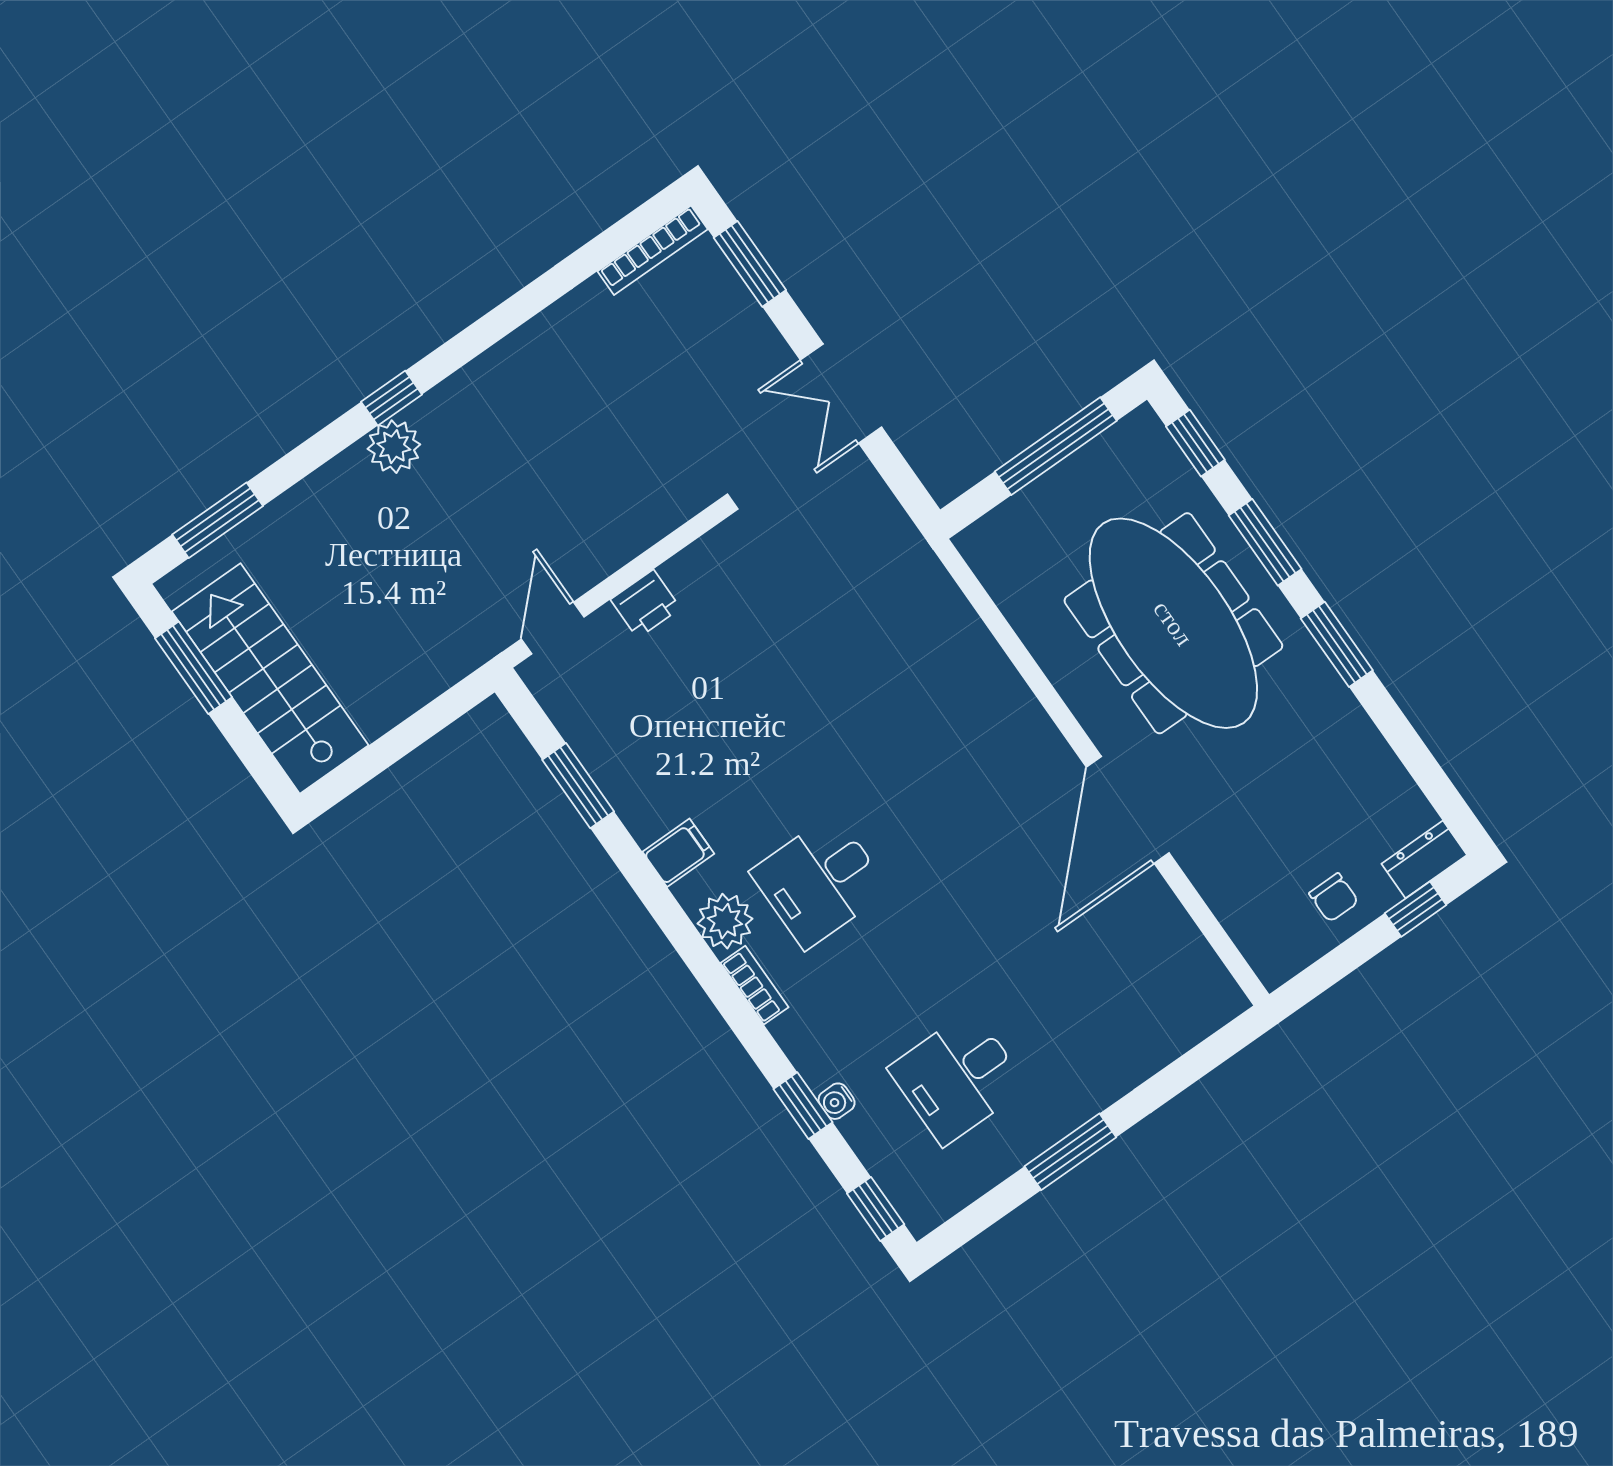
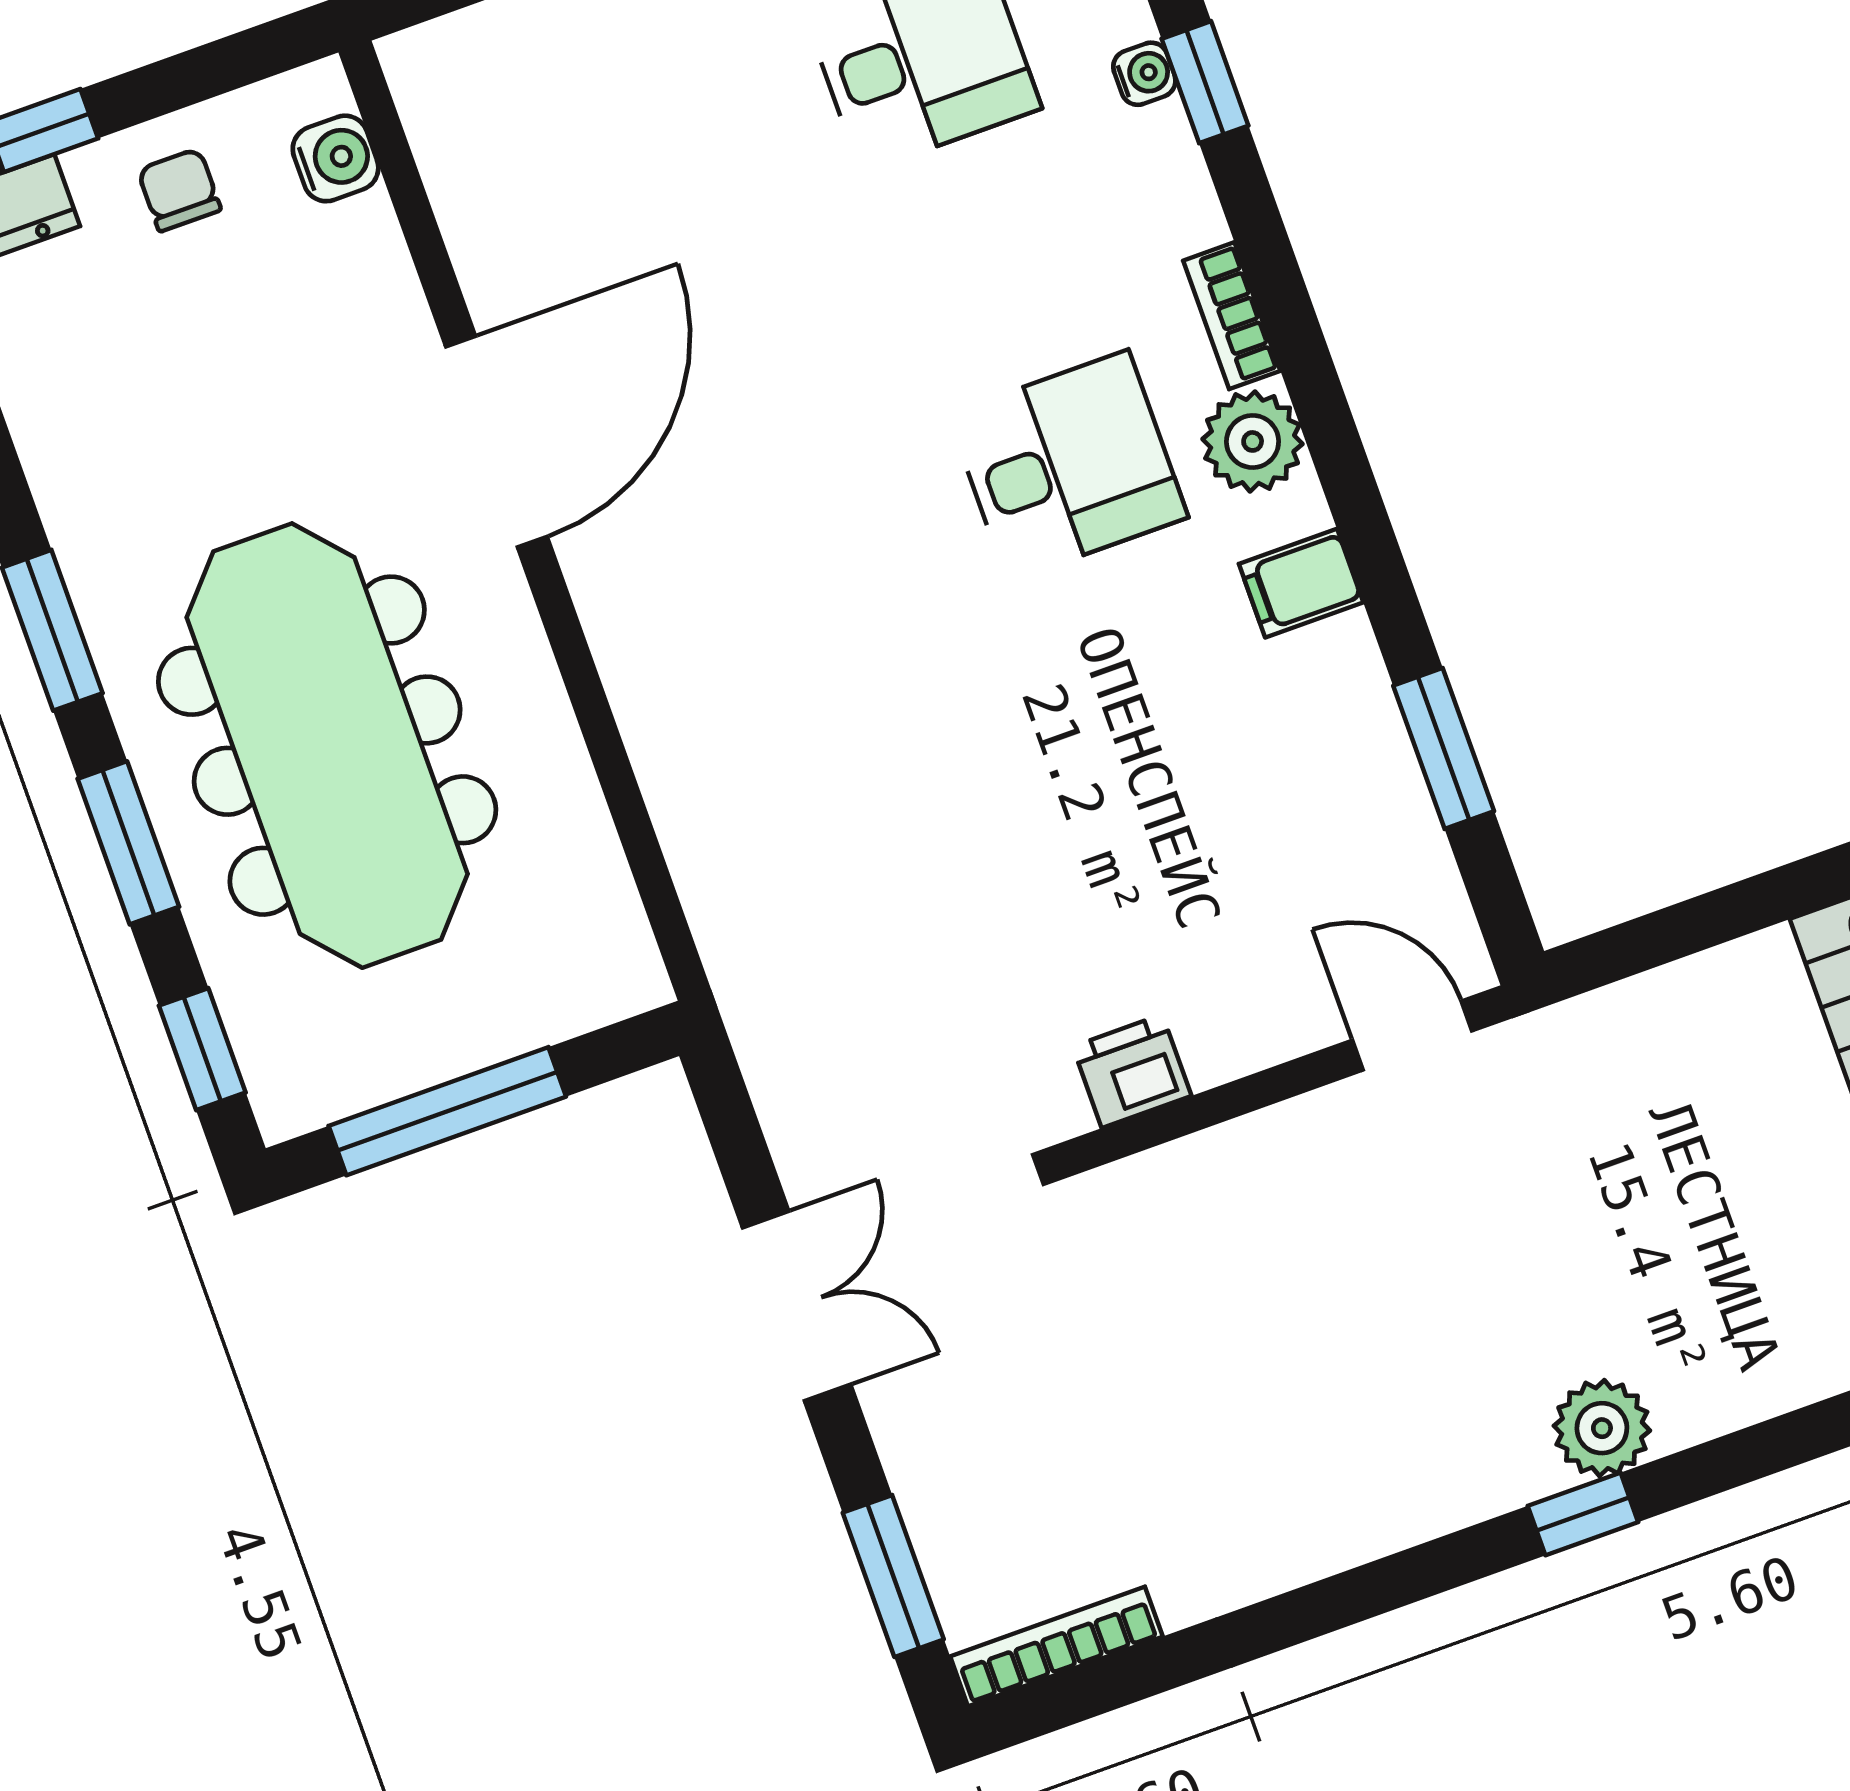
printer: (645, 604) -> (1132, 1071), moved
door: (553, 628) -> (1412, 1036), swing flipped
water cooler: (1255, 937) -> (336, 158), added

